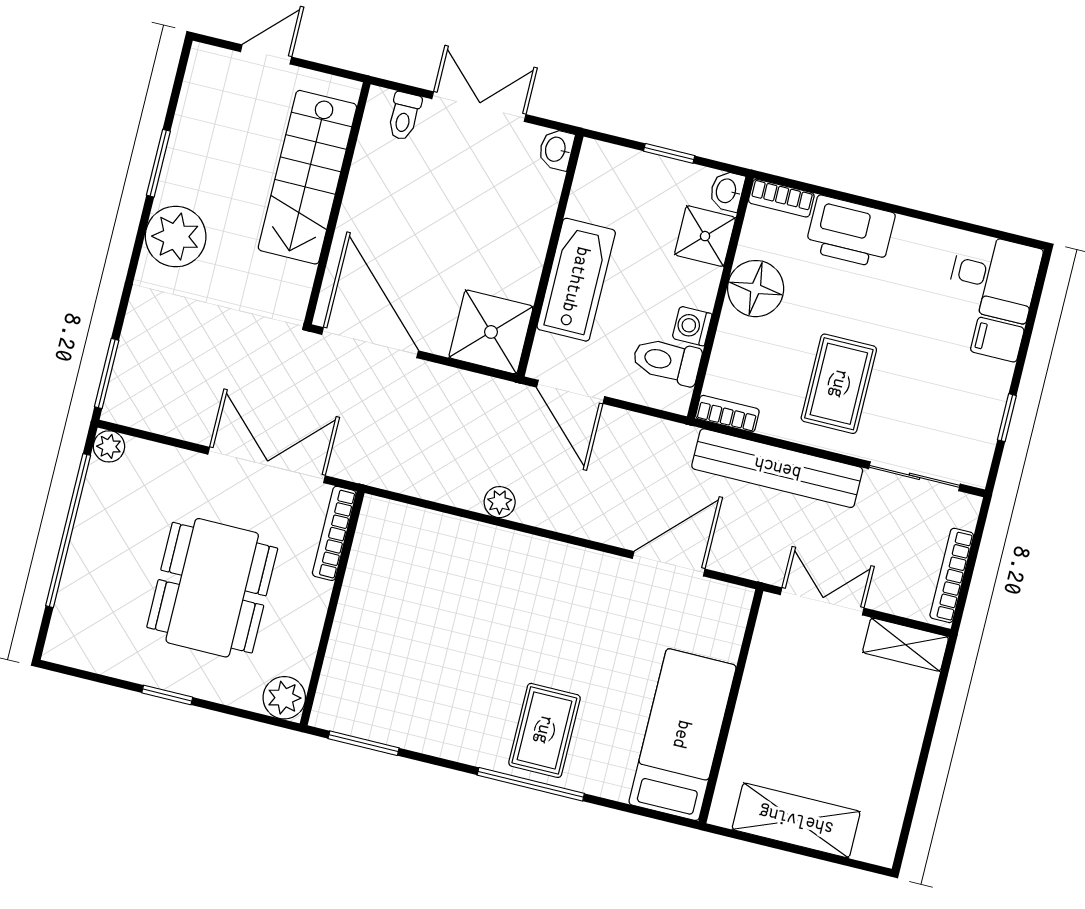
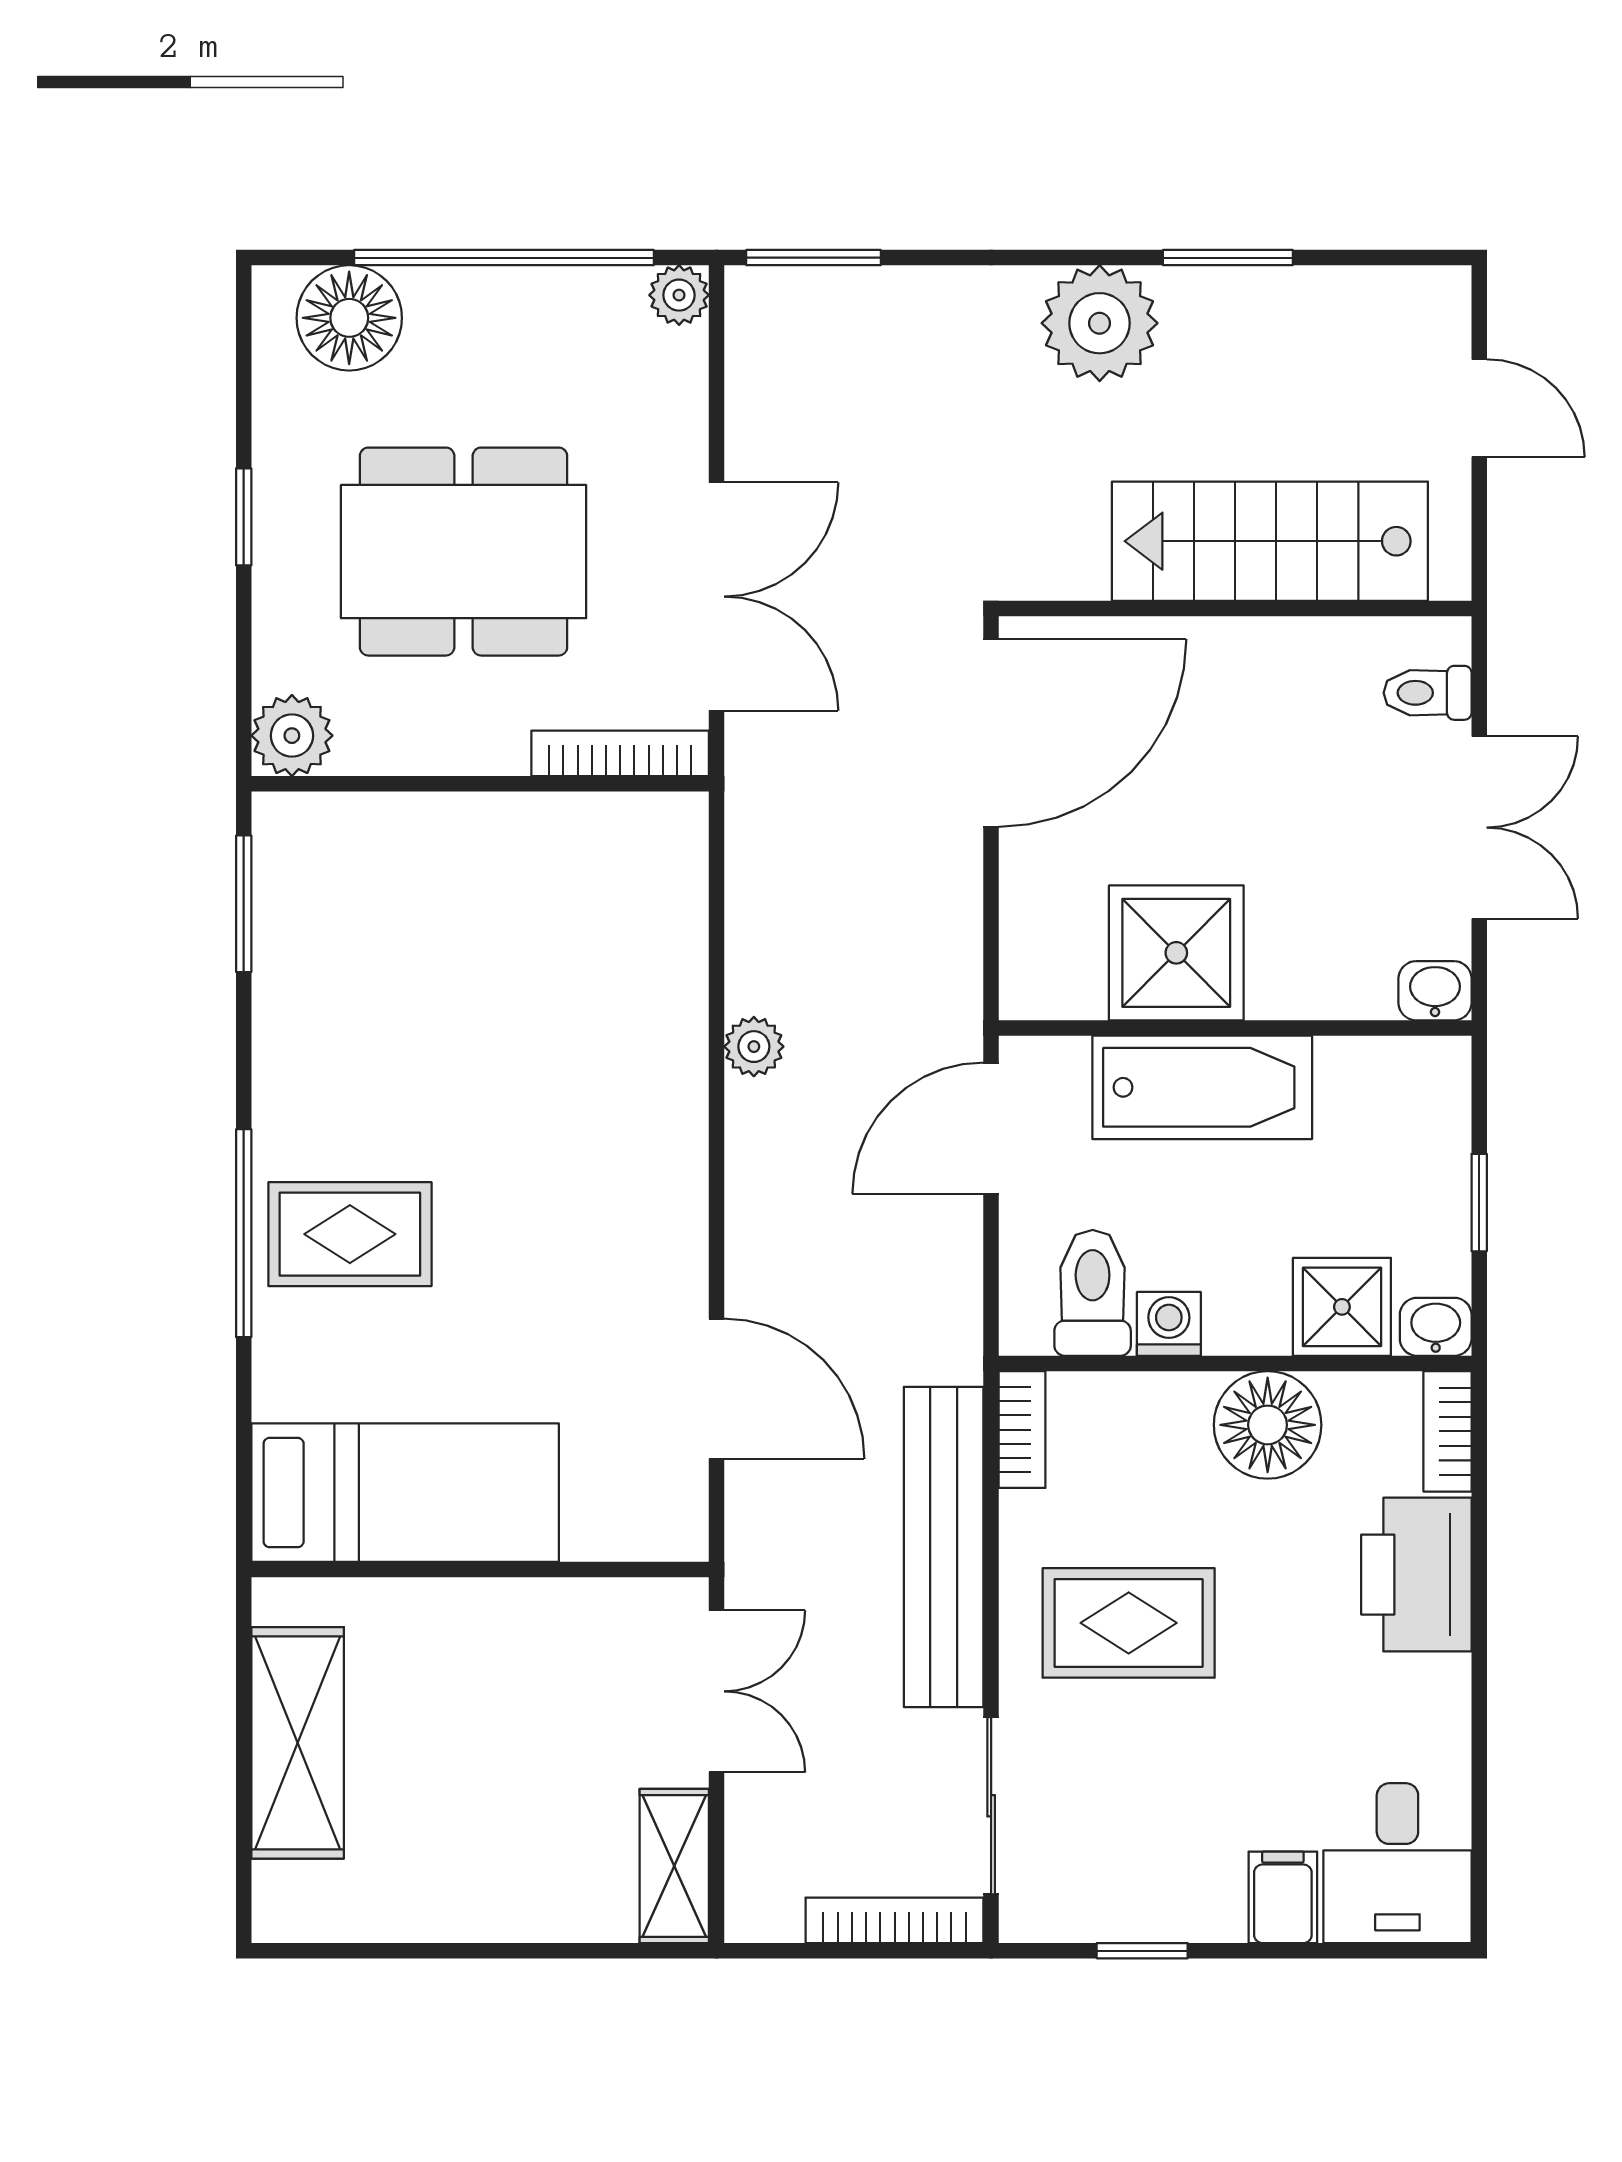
shower: (491, 332) -> (1176, 953), moved
bookcase: (952, 575) -> (895, 1920), moved
floor lamp: (79, 617) -> (349, 318), added

